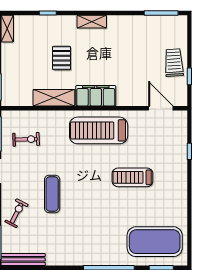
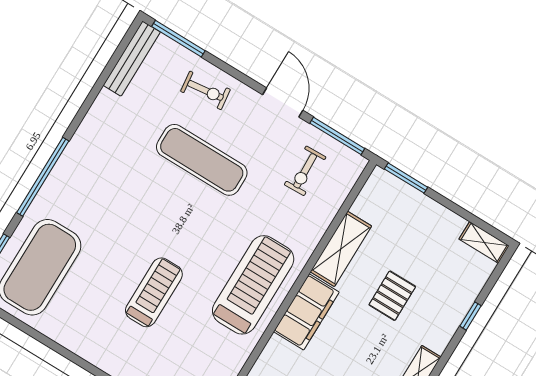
pallet: (62, 58) -> (392, 296), turned 90
exercise mat: (52, 194) -> (202, 160), width x1.36, depth x1.45
exercise bike: (17, 213) -> (205, 90), turned -34

